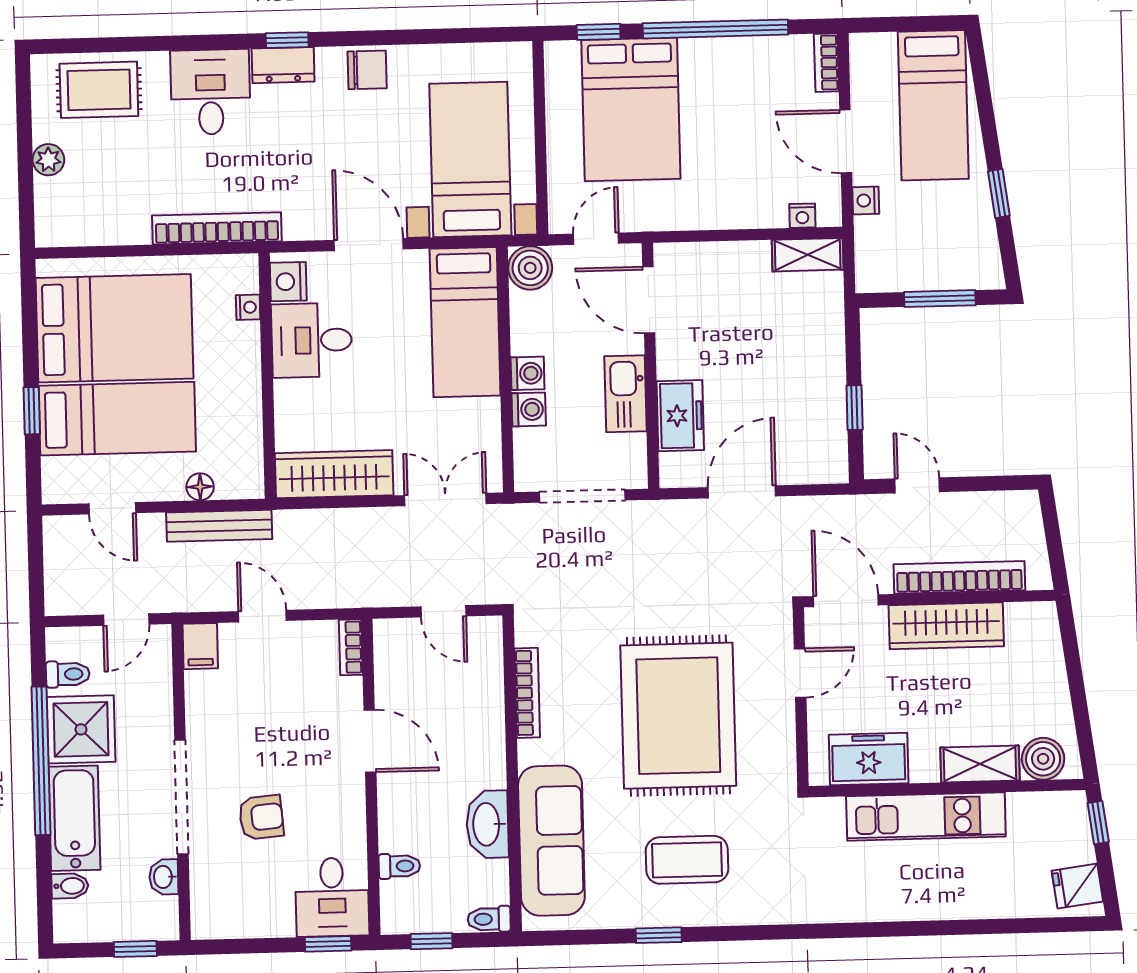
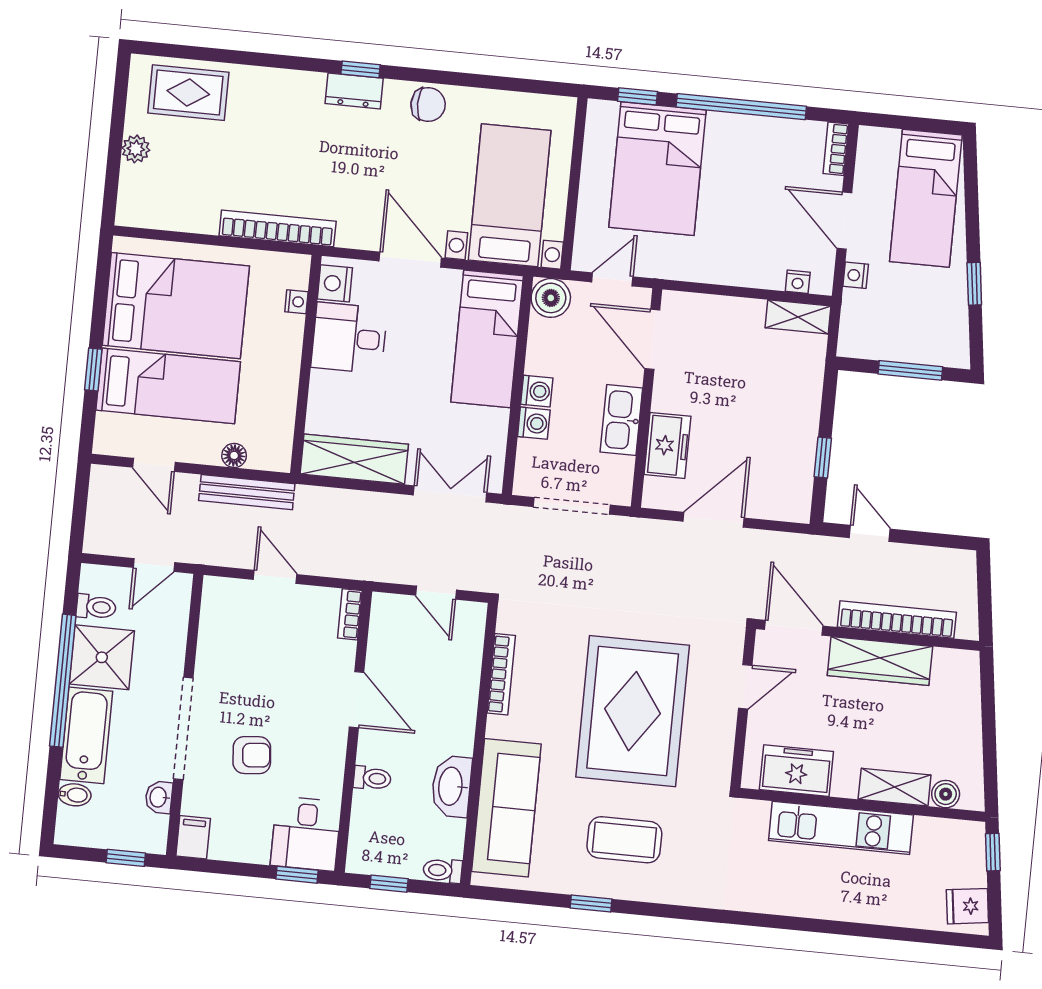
desk: (211, 92) -> (287, 107), removed
filing cabinet: (200, 646) -> (193, 837), moved, turned 180
boiler: (1043, 759) -> (946, 794), width x0.73, depth x0.73
toilet: (399, 866) -> (372, 778), moved

